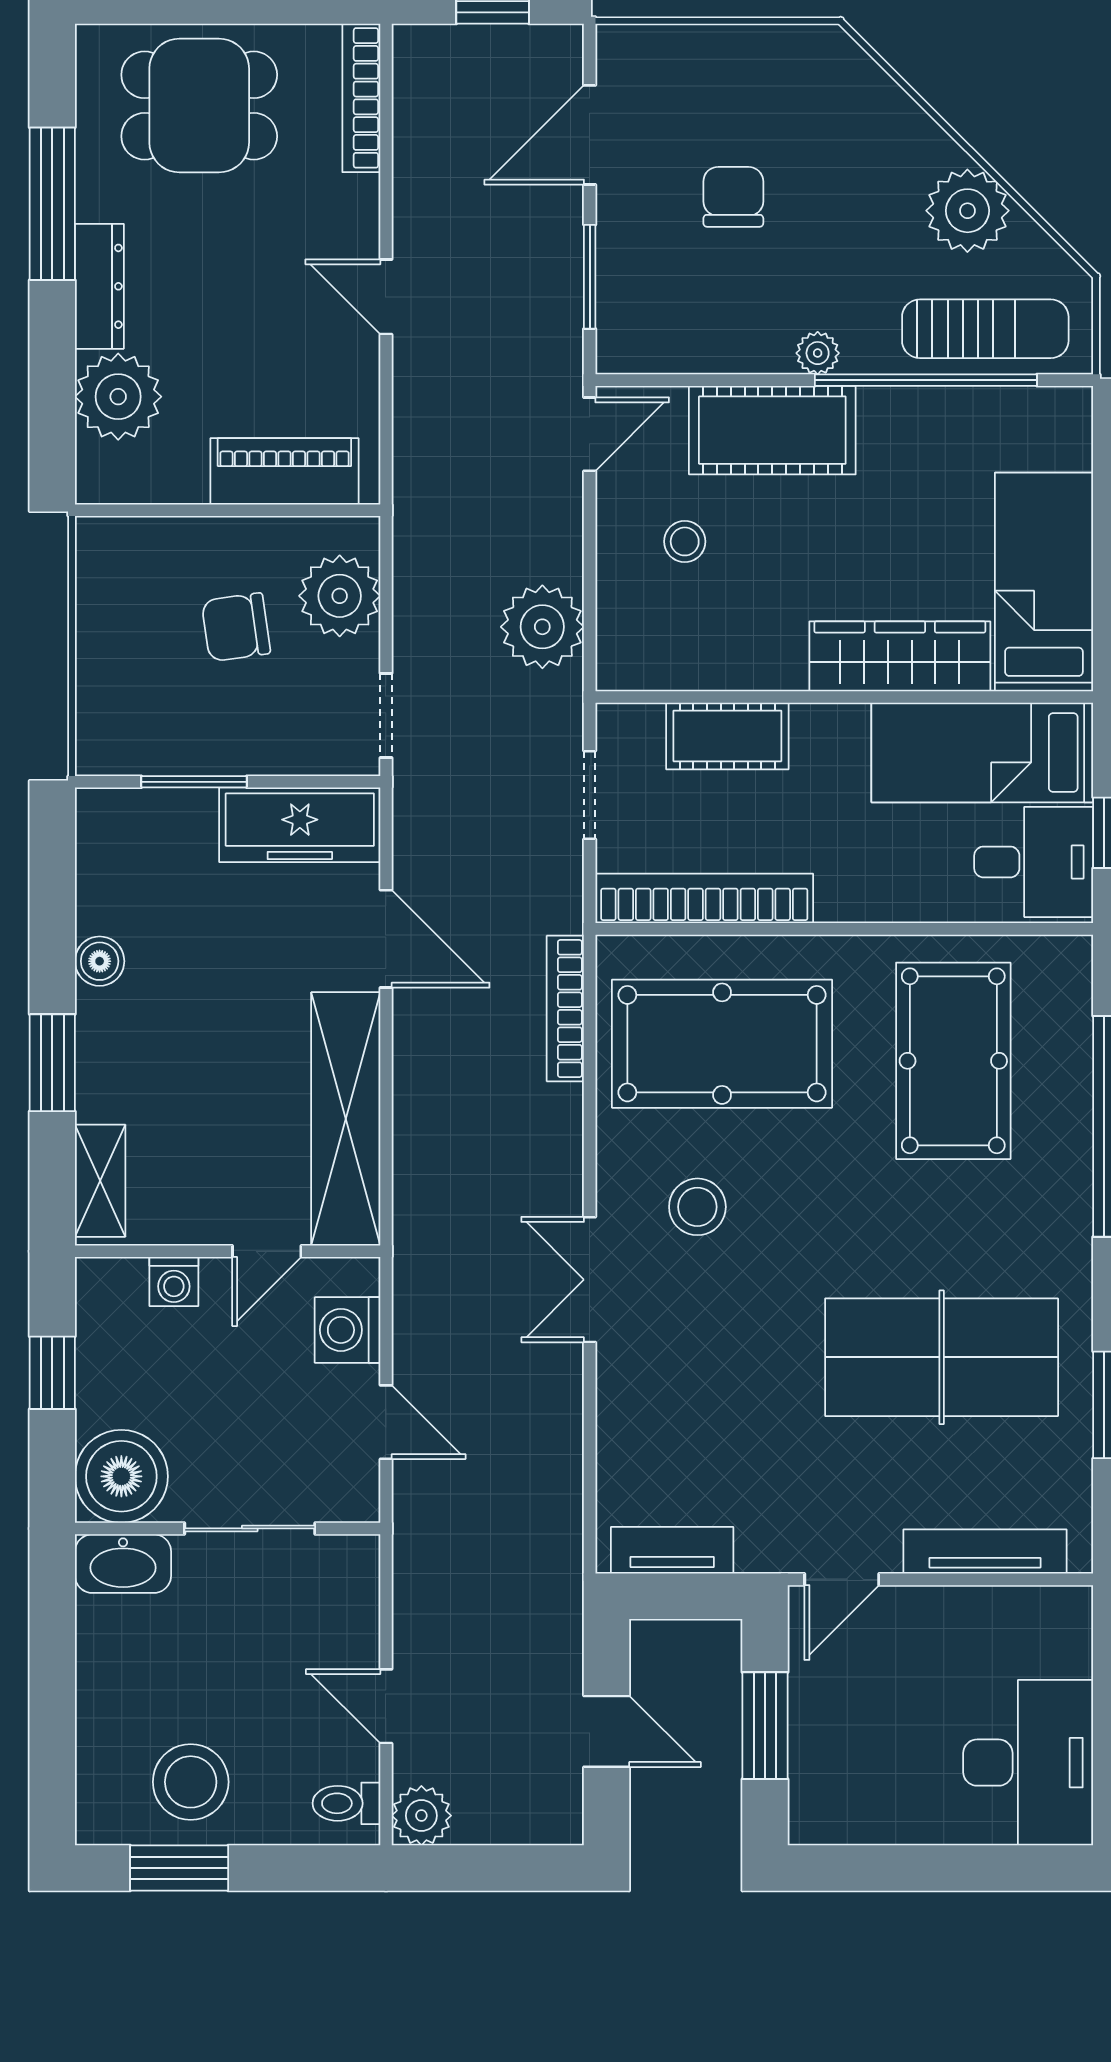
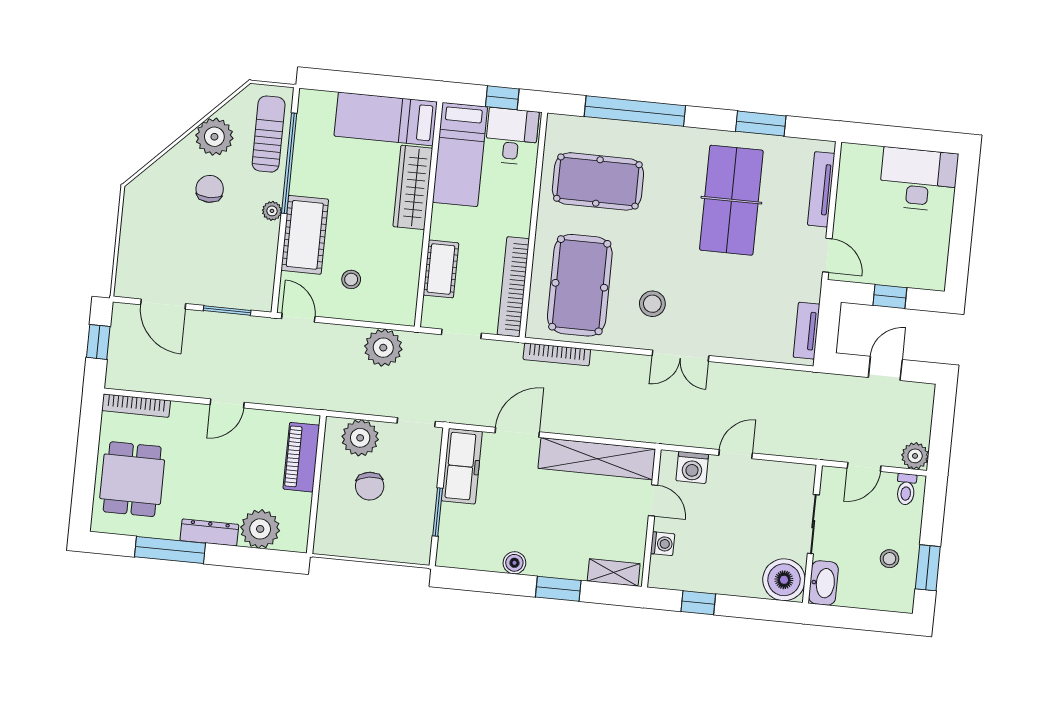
chair: (733, 197) -> (210, 189), moved, turned 90
boiler: (121, 1476) -> (784, 580), moved
wall: (228, 1528) -> (812, 534), moved
sliding door: (250, 1528) -> (813, 524), moved
washbasin: (123, 1564) -> (823, 583), moved
window: (765, 1726) -> (890, 297), width x0.67
stool: (191, 1782) -> (889, 559), width x0.53, depth x0.53

